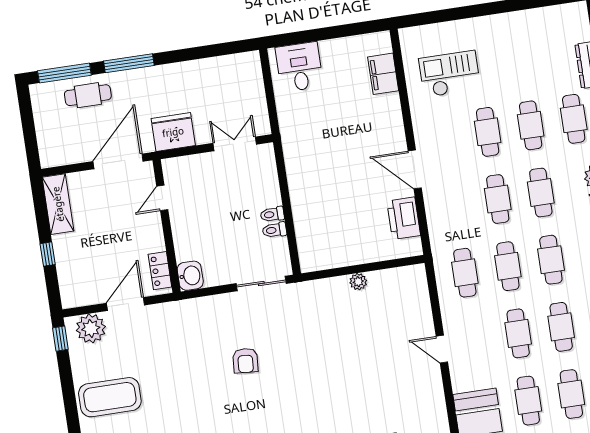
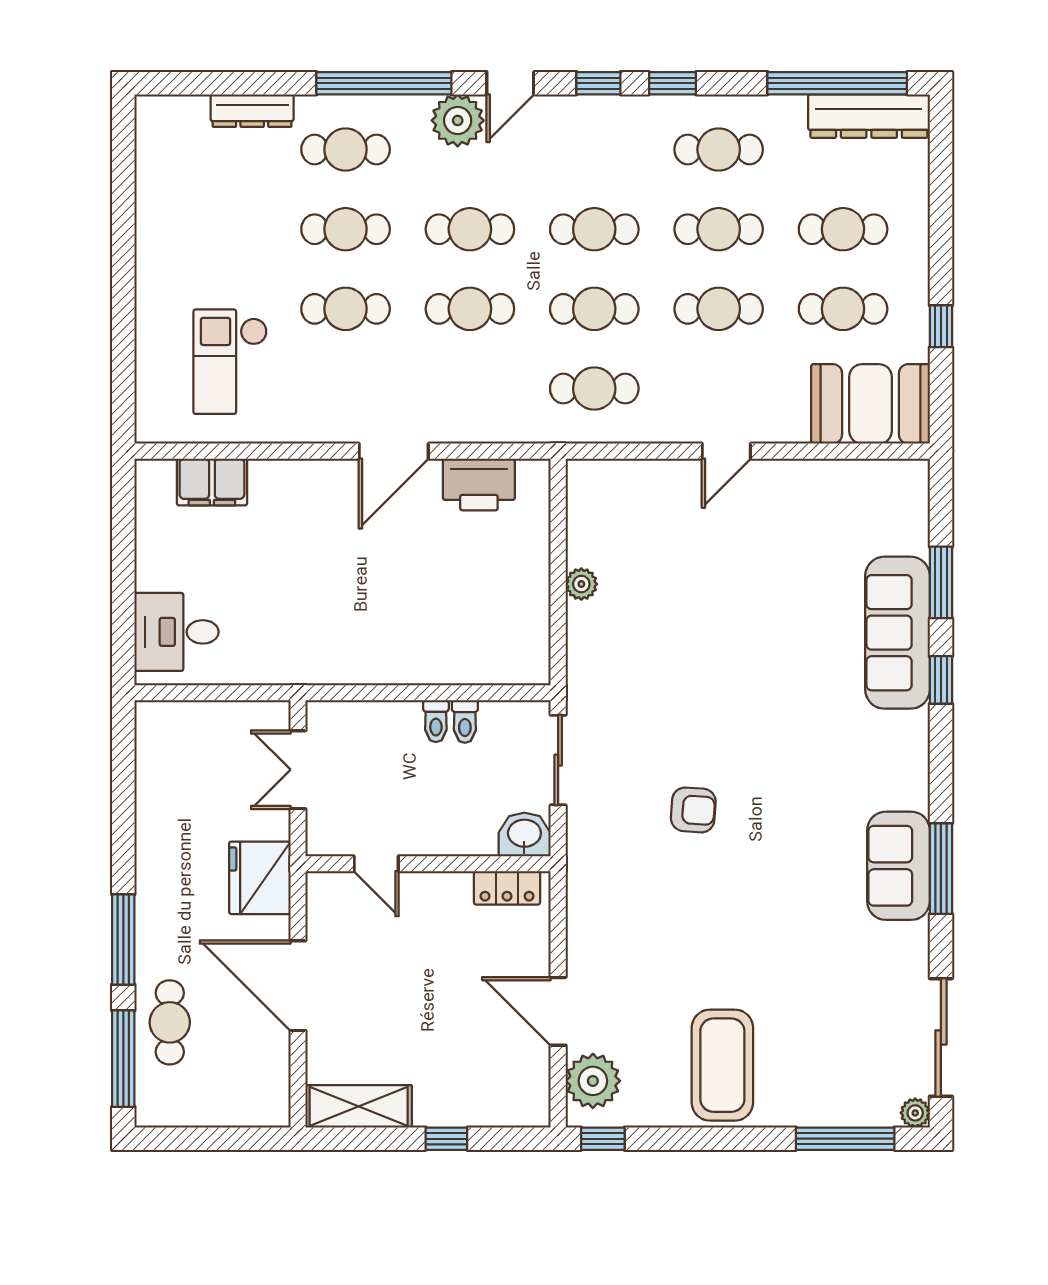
door: (162, 198) -> (376, 864), moved
wall: (167, 226) -> (428, 864), moved
locker: (160, 271) -> (507, 888), moved
washbasin: (190, 276) -> (524, 834), moved

